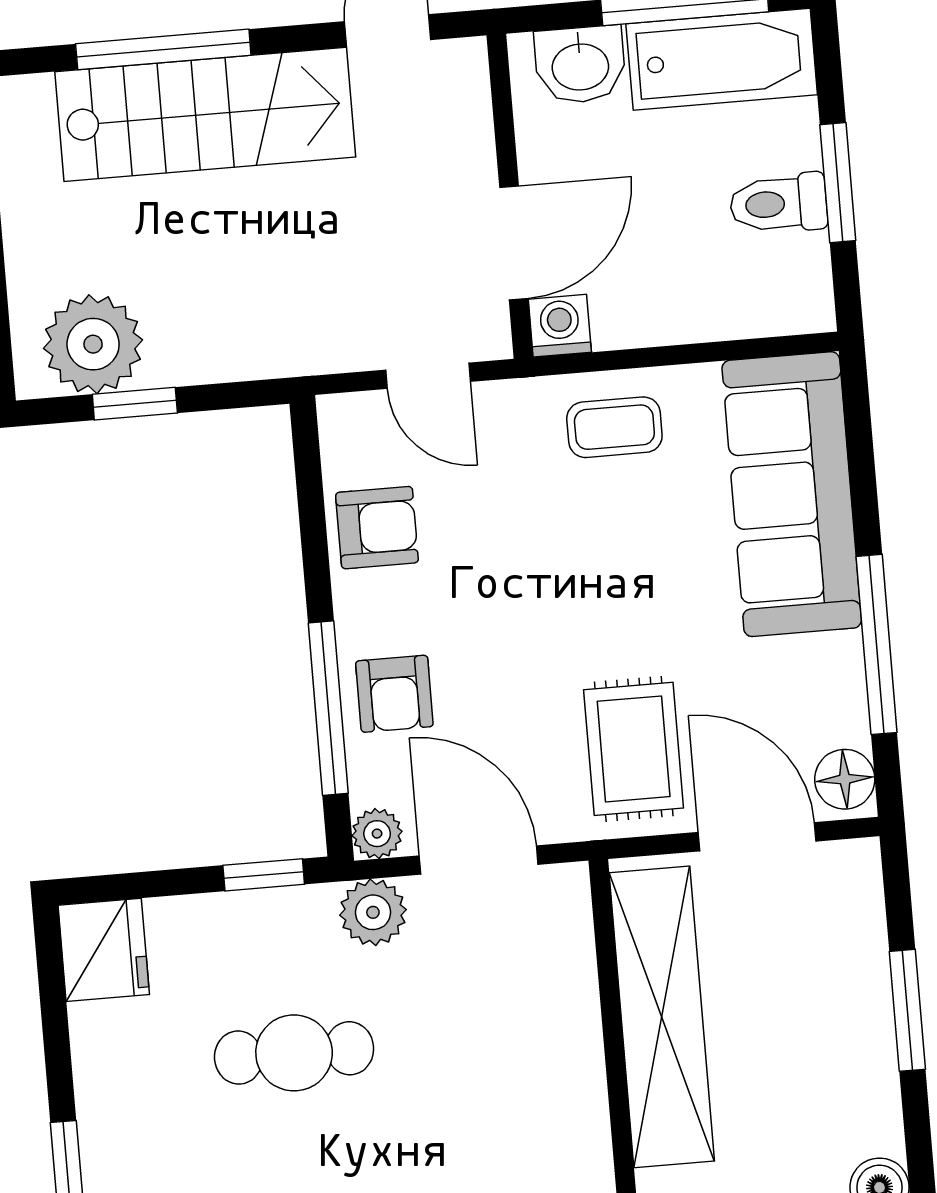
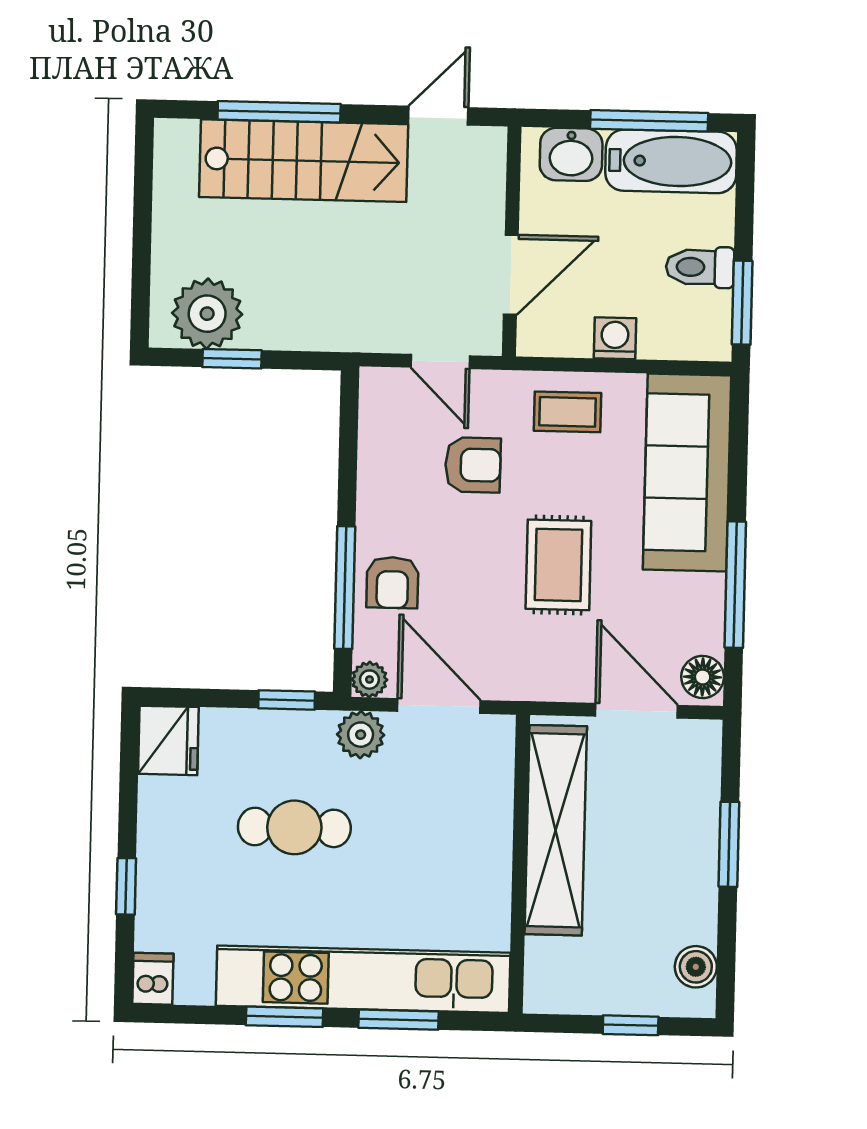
window: (838, 183) -> (742, 303), moved
washing machine: (560, 326) -> (615, 338), moved
armchair: (377, 528) -> (473, 465), moved
rug: (634, 749) -> (558, 565), moved

